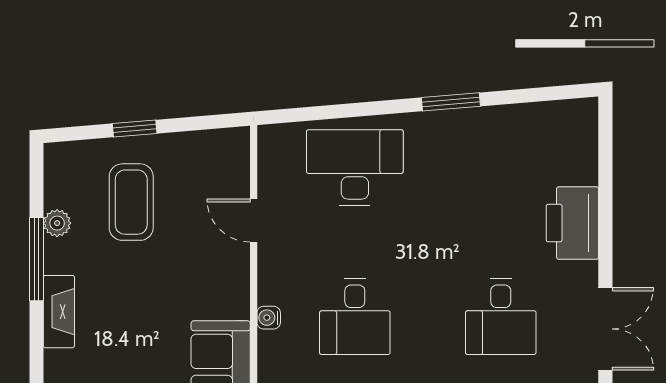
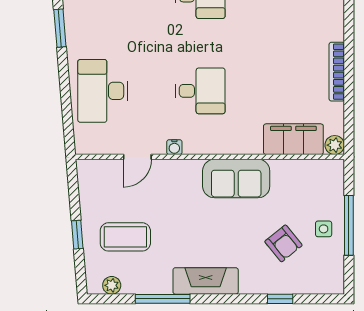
plant: (57, 223) -> (112, 285), moved
fireplace: (59, 312) -> (206, 281), width x1.37, depth x1.32
water cooler: (269, 318) -> (174, 147), moved

